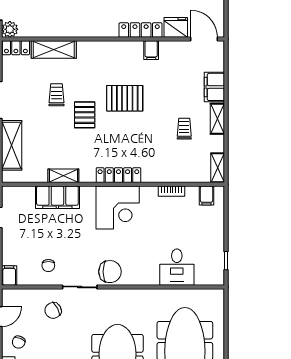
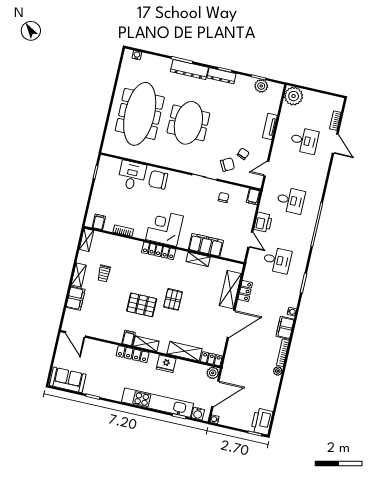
fridge: (176, 27) -> (166, 364), moved
locker: (141, 30) -> (133, 354), moved
shelving: (107, 48) -> (146, 344), added
filing cabinet: (151, 50) -> (129, 338), moved
trolley: (57, 95) -> (190, 318), removed
chair: (110, 272) -> (158, 180), moved
chair: (19, 342) -> (243, 154), moved

